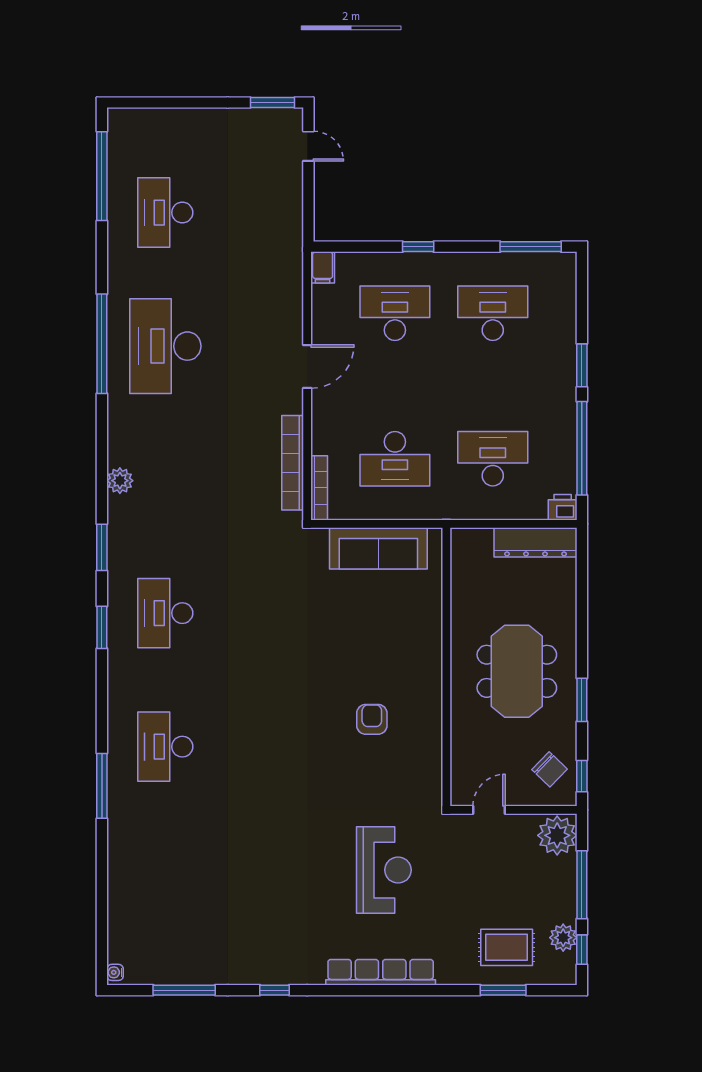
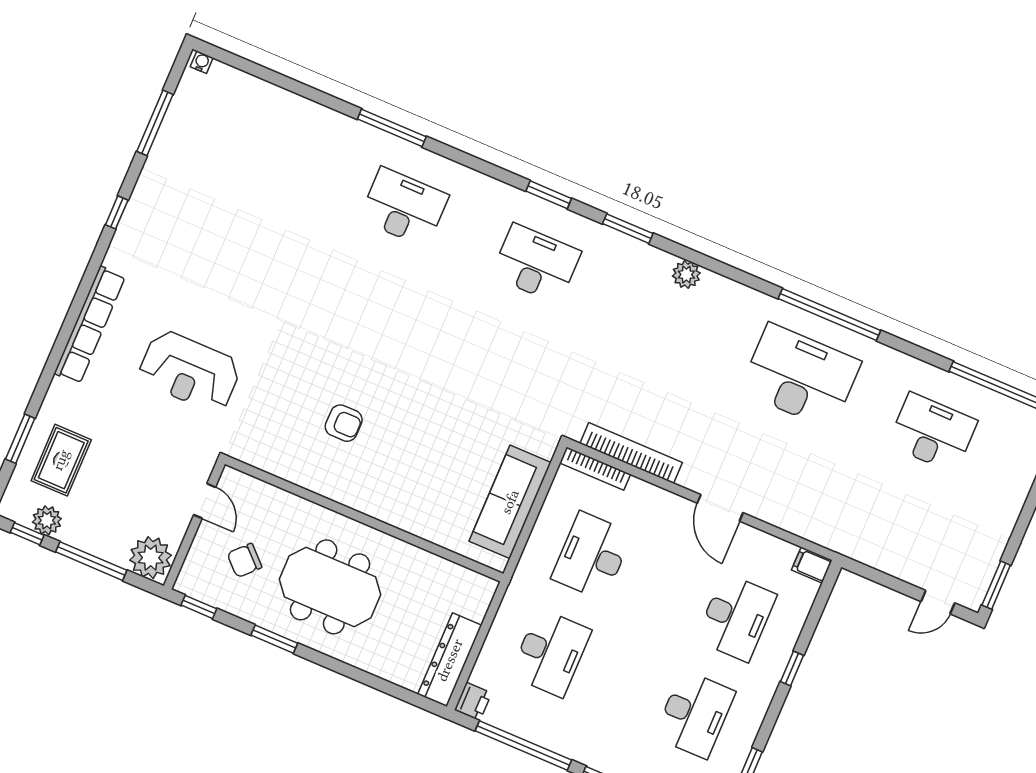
chair: (550, 769) -> (244, 560), moved

